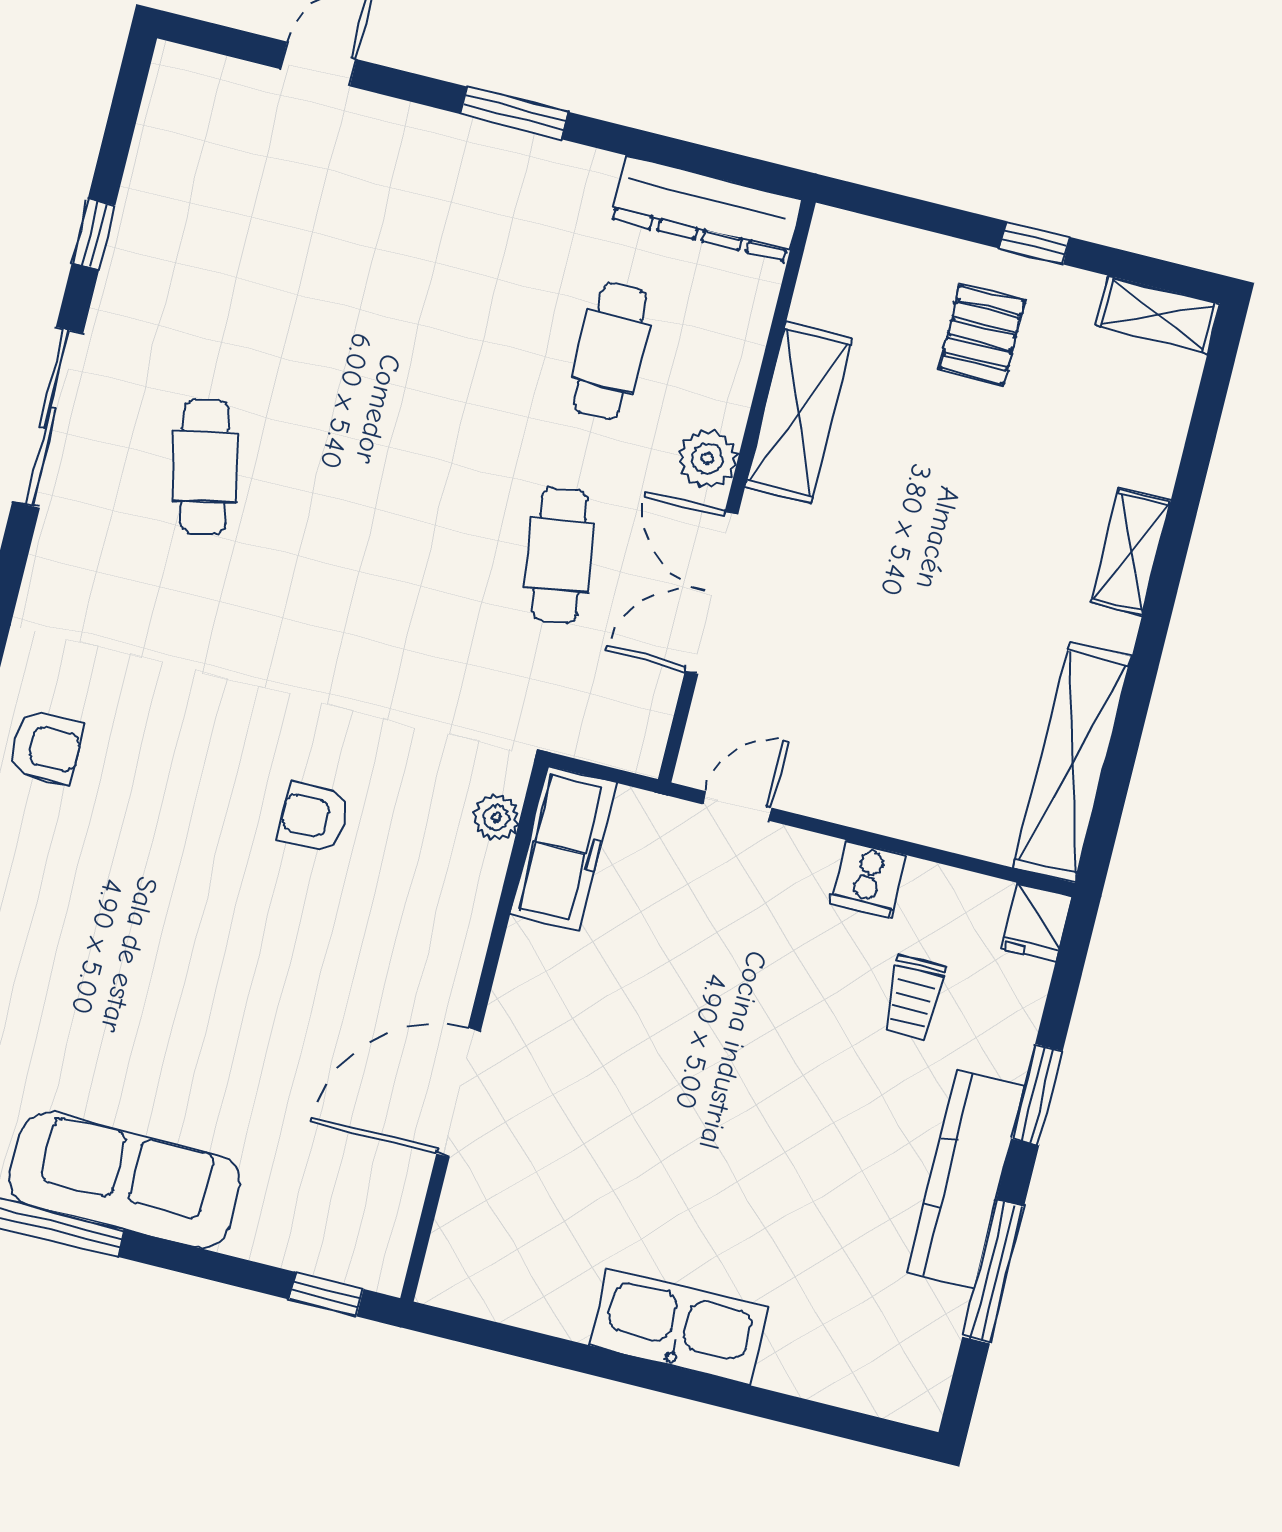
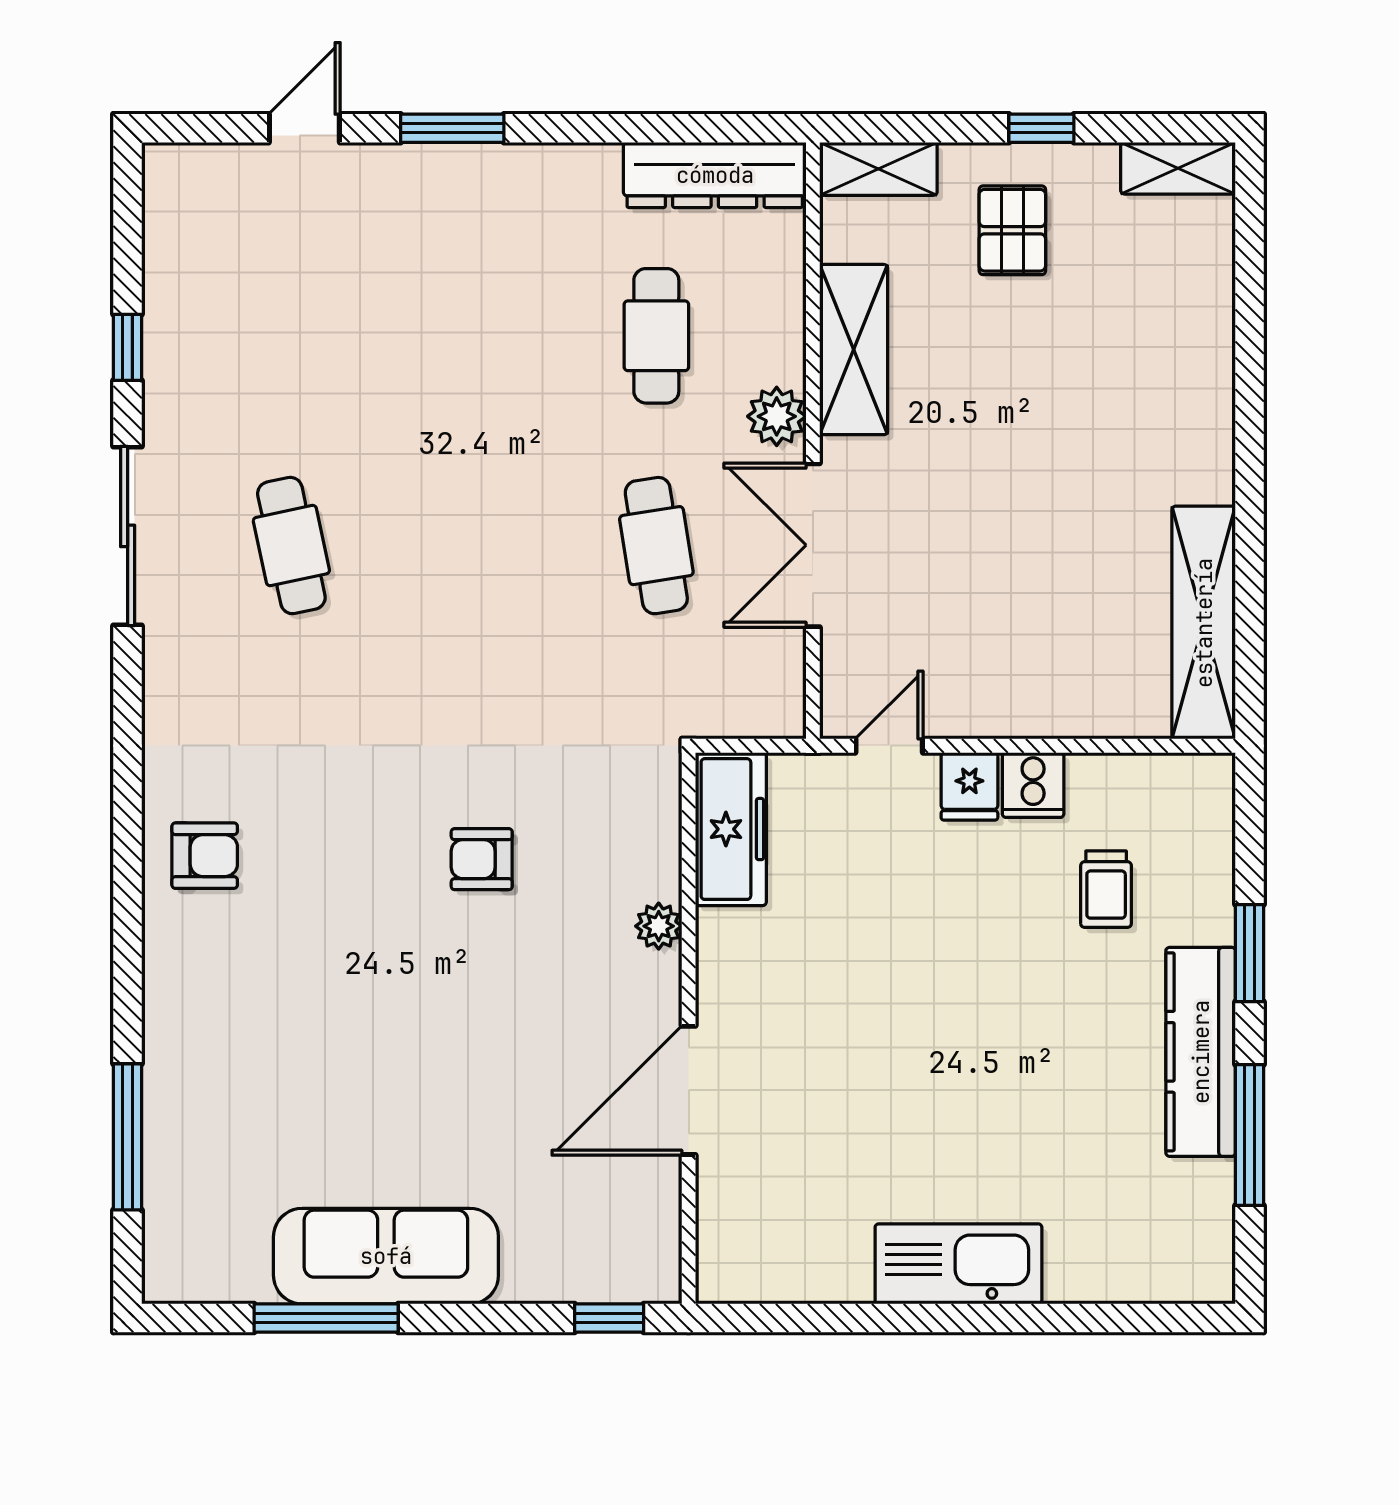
window: (514, 113) -> (452, 128), moved
shelving: (1131, 552) -> (878, 169), moved, turned 90
plant: (496, 818) -> (659, 926), moved
fridge: (1036, 922) -> (969, 786), moved

